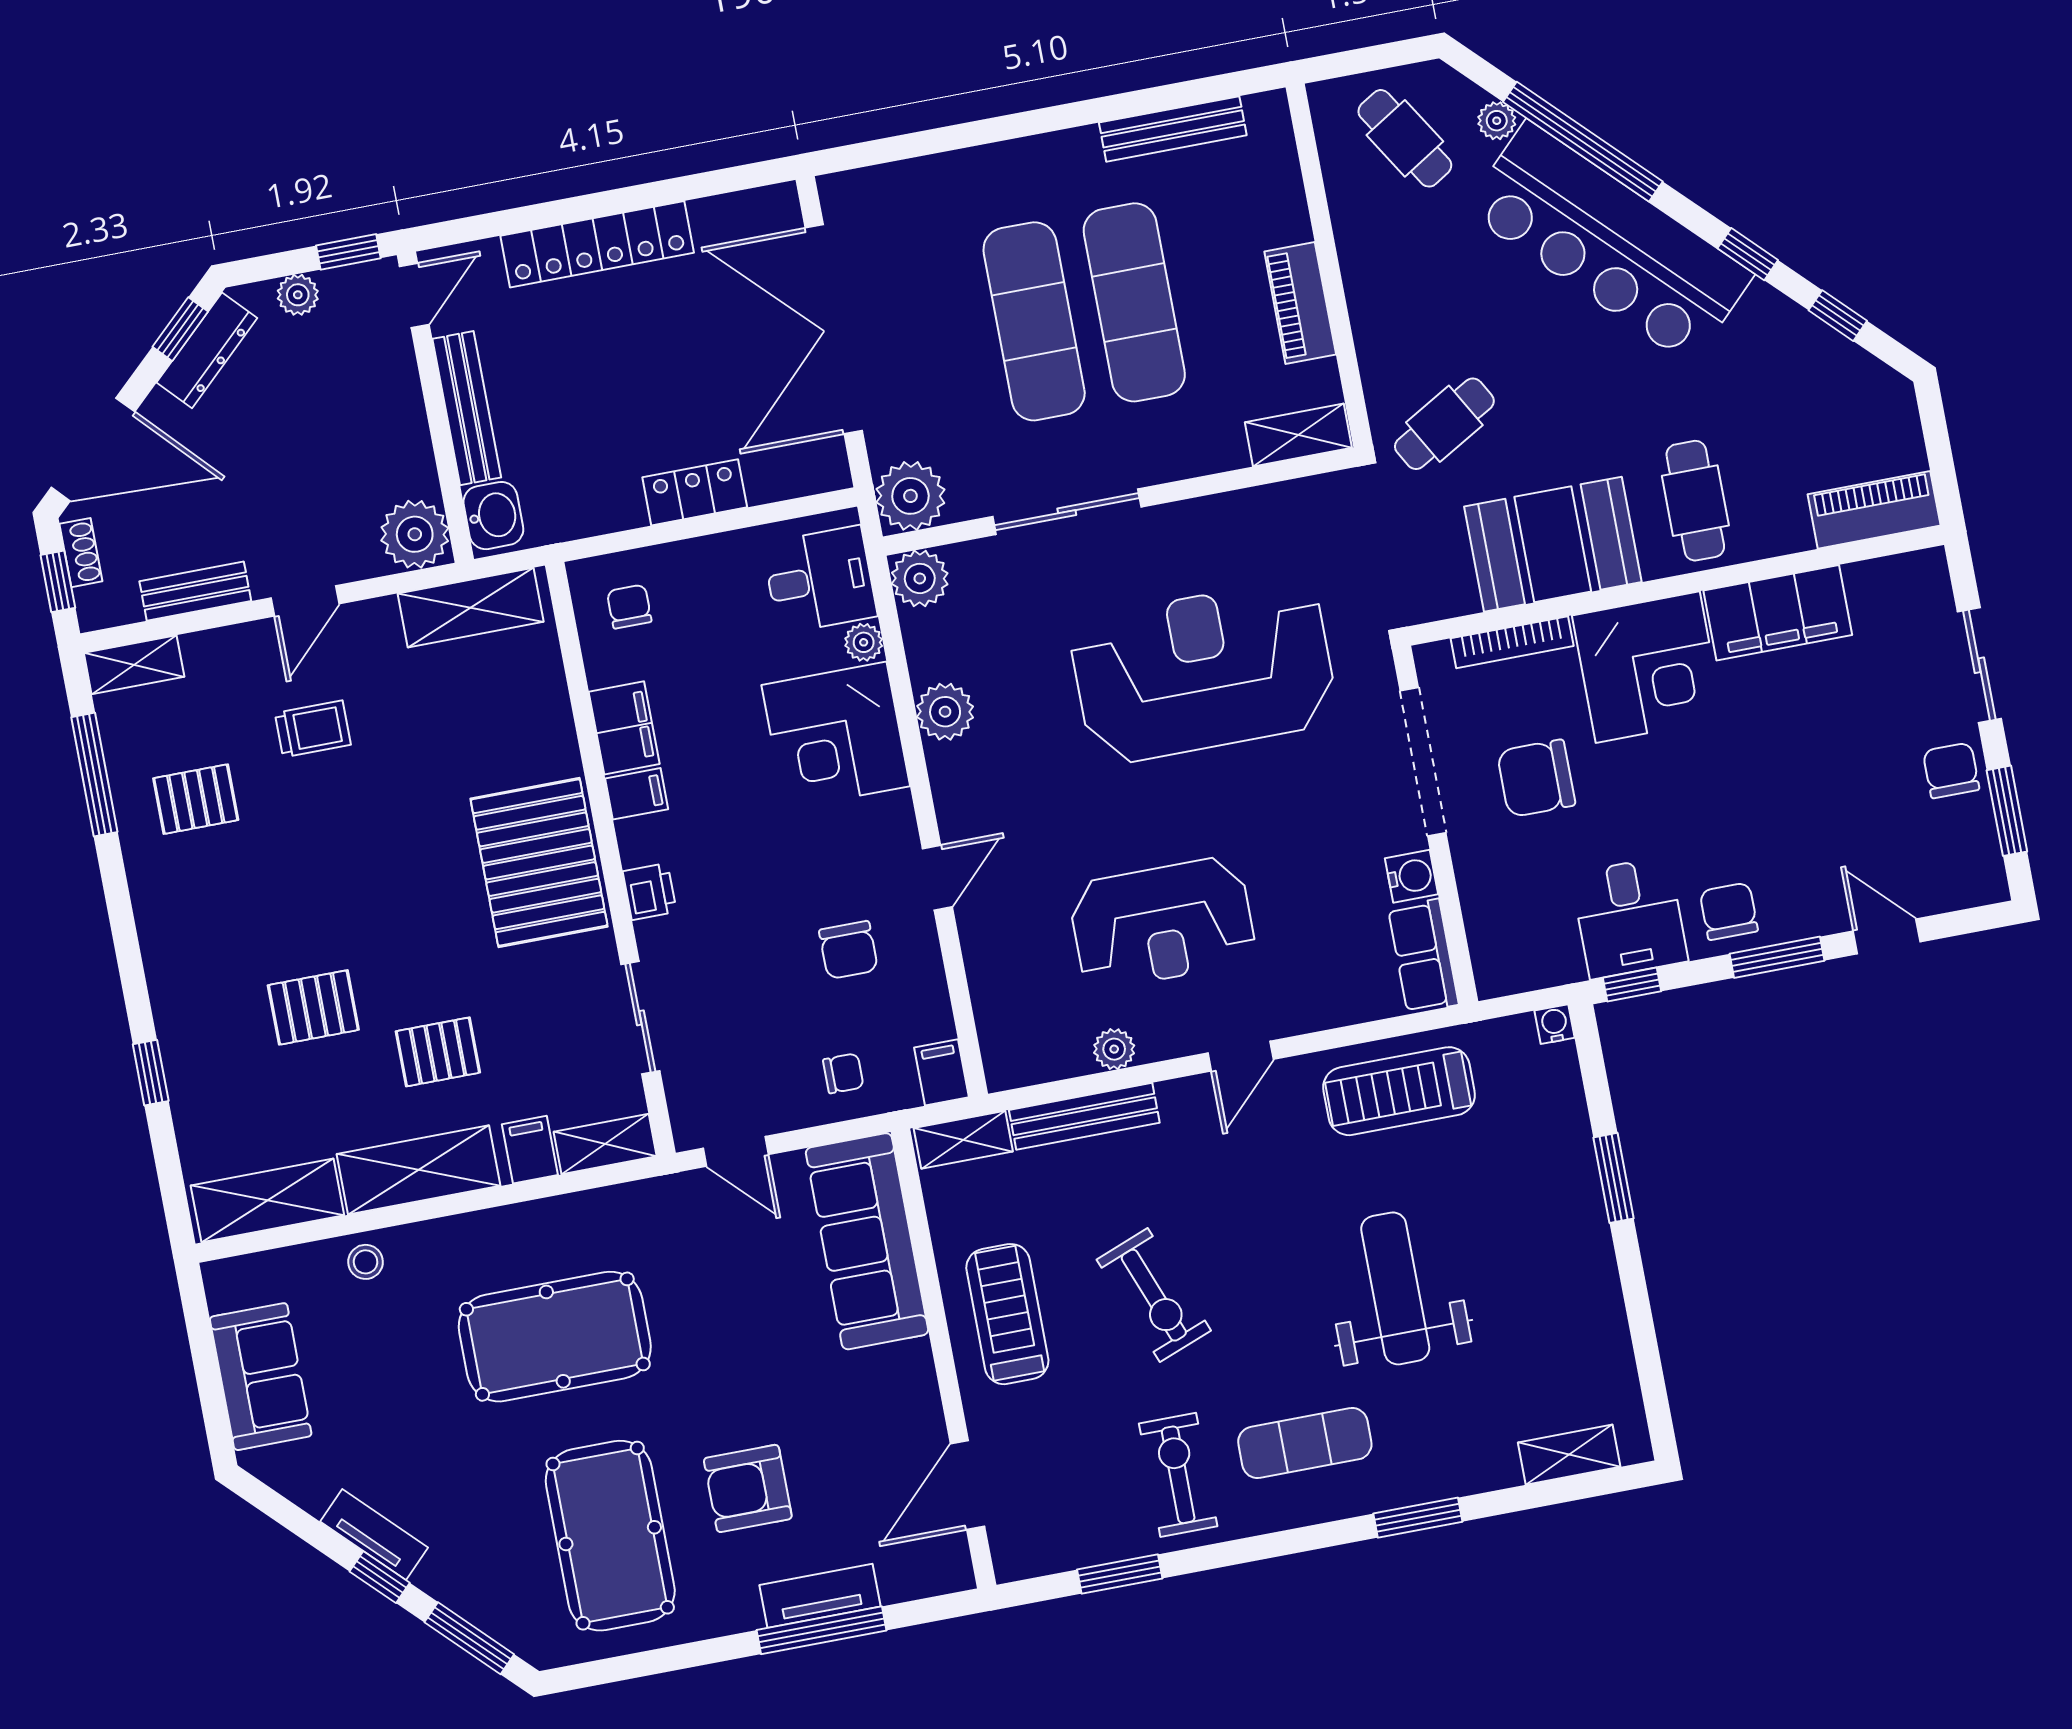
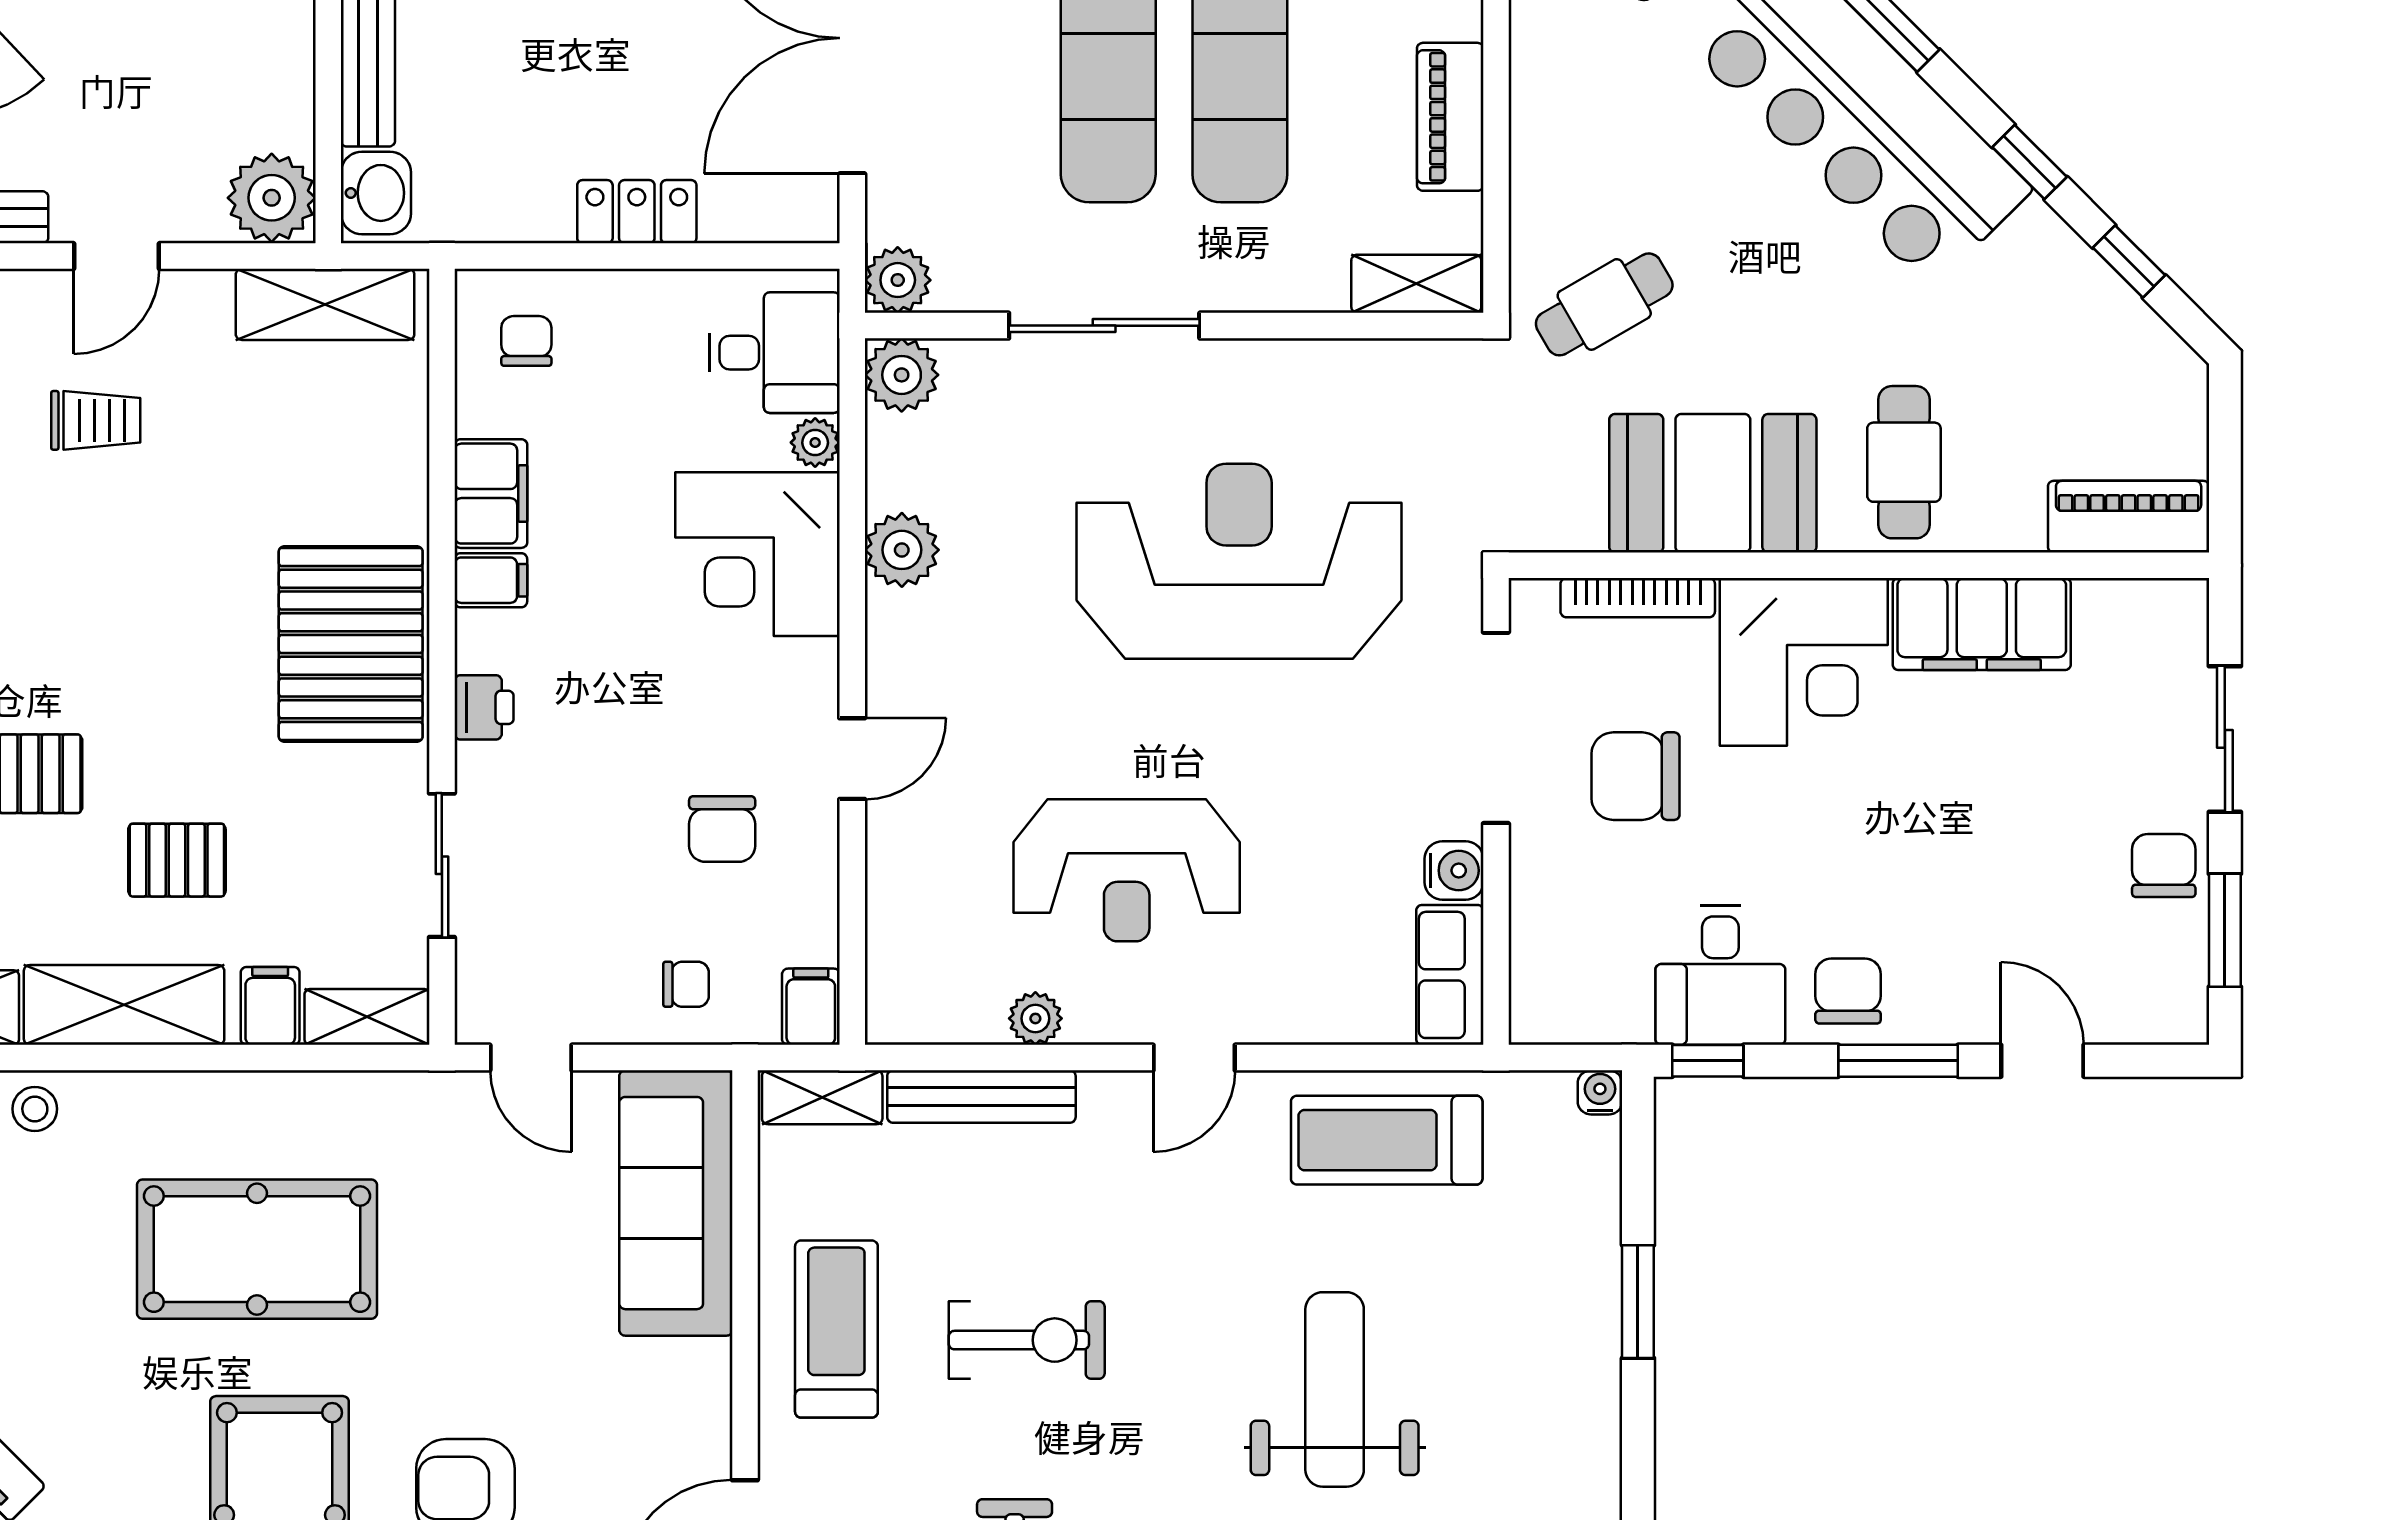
plant: (910, 496) -> (898, 280), width x0.73, depth x0.73
exercise bike: (1154, 1295) -> (1027, 1340), turned -69

